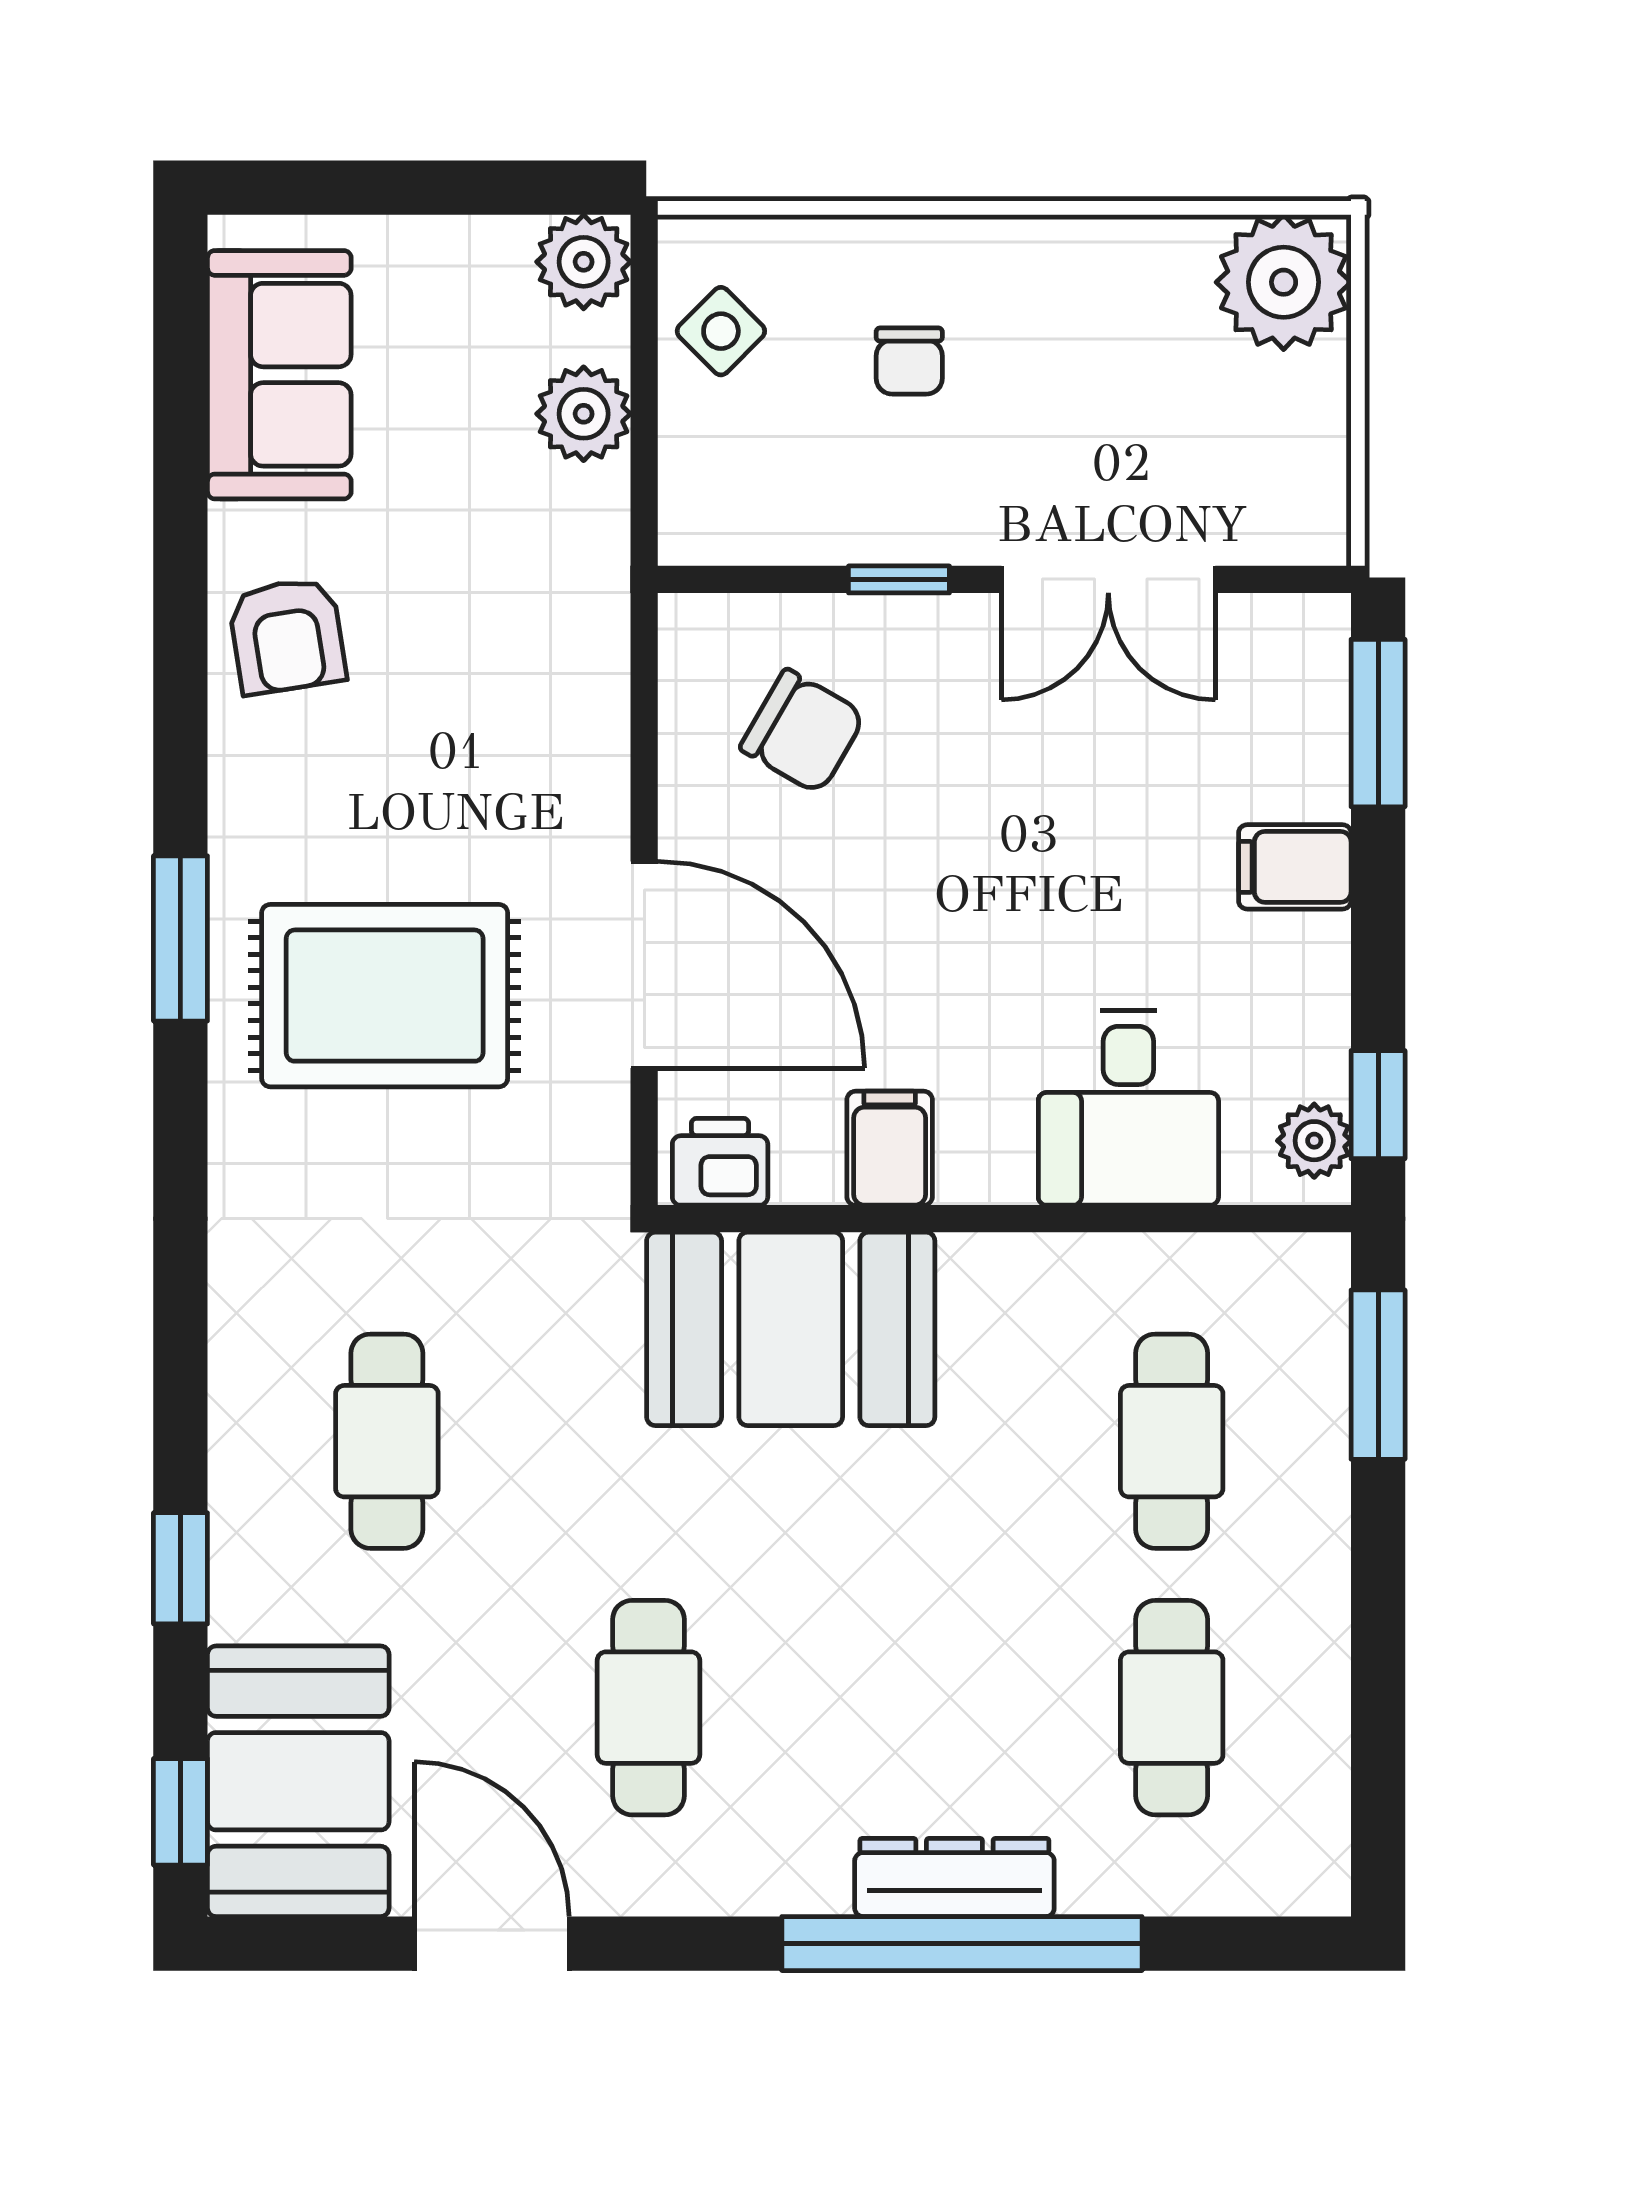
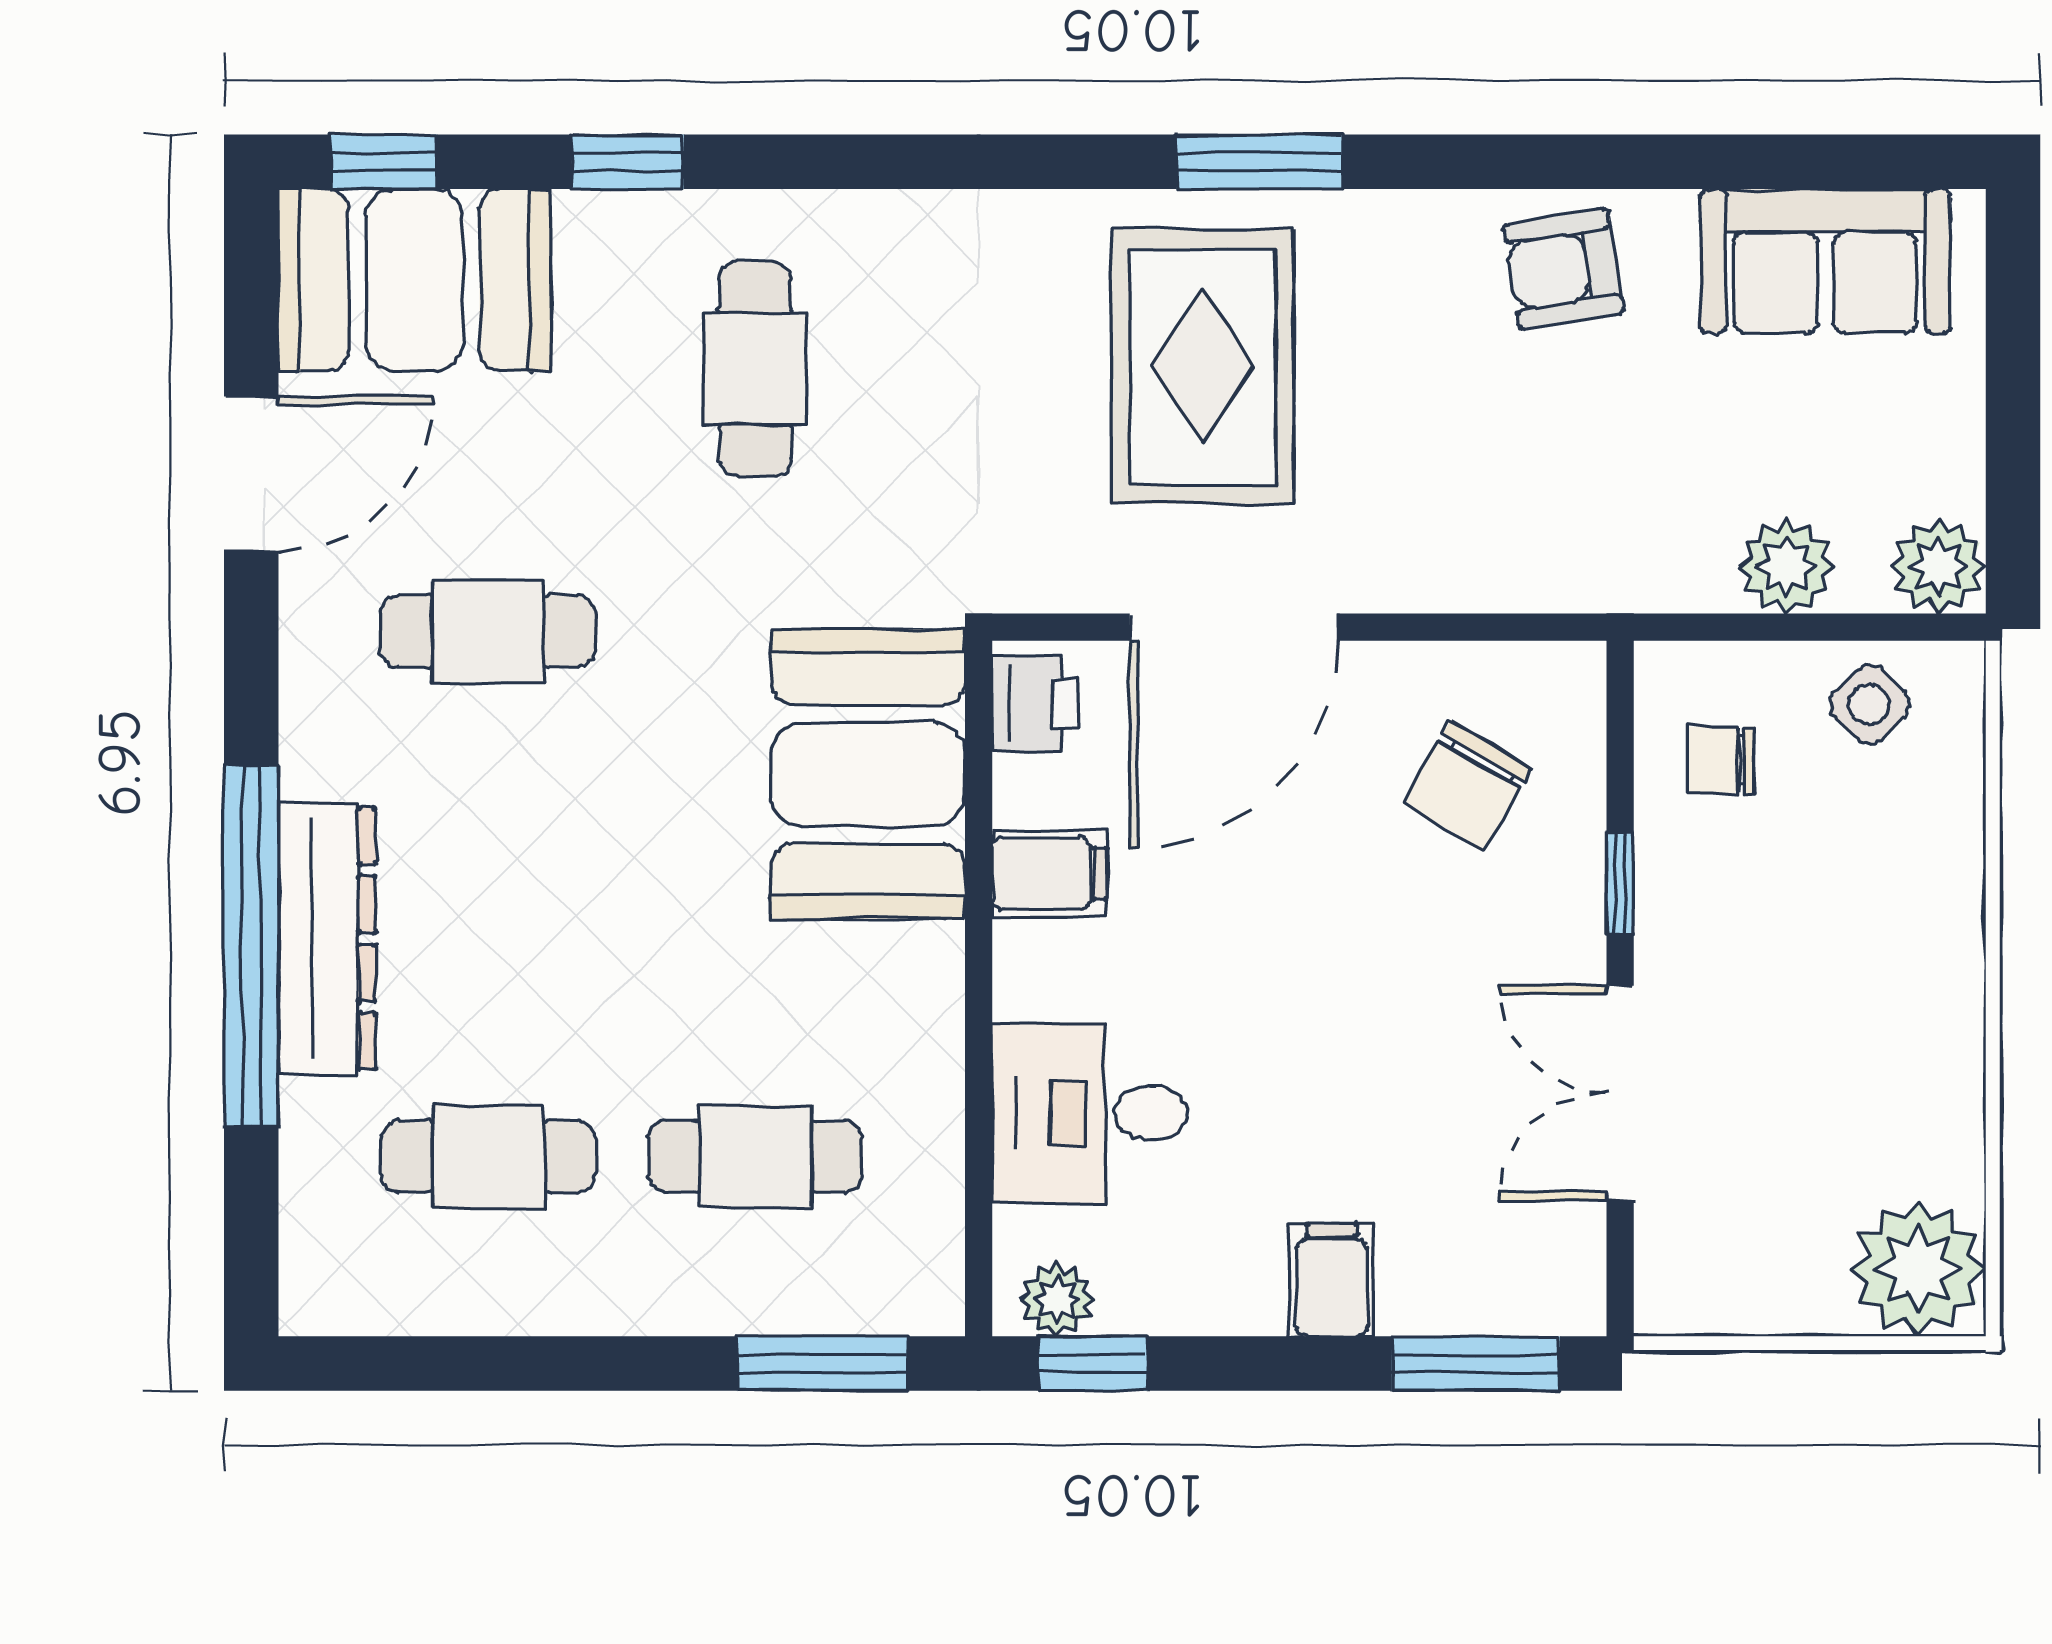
chair: (909, 361) -> (1721, 760), moved
cafe table: (387, 1441) -> (755, 369), turned 90
dresser: (954, 1878) -> (327, 938), width x1.37, depth x1.24

